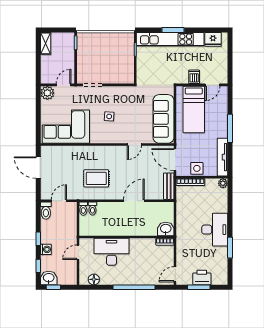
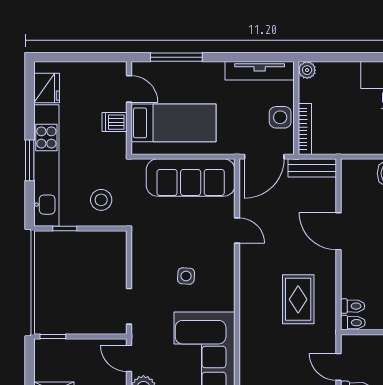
stool: (151, 69) -> (101, 200), added
window: (230, 128) -> (176, 57), moved

